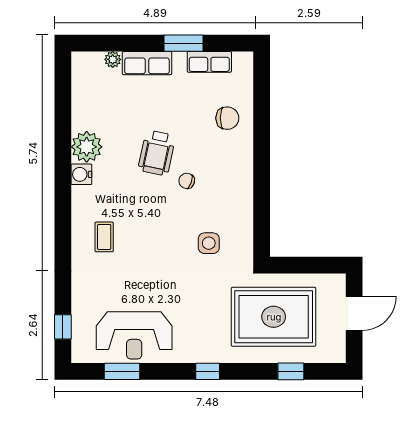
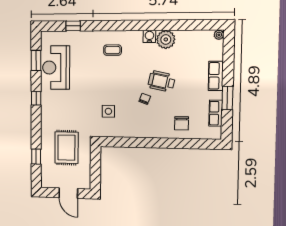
plant: (113, 59) -> (219, 35), moved
rug: (274, 317) -> (66, 148), width x0.73, depth x0.69
window: (63, 327) -> (73, 26), moved
window: (208, 371) -> (36, 98), moved

